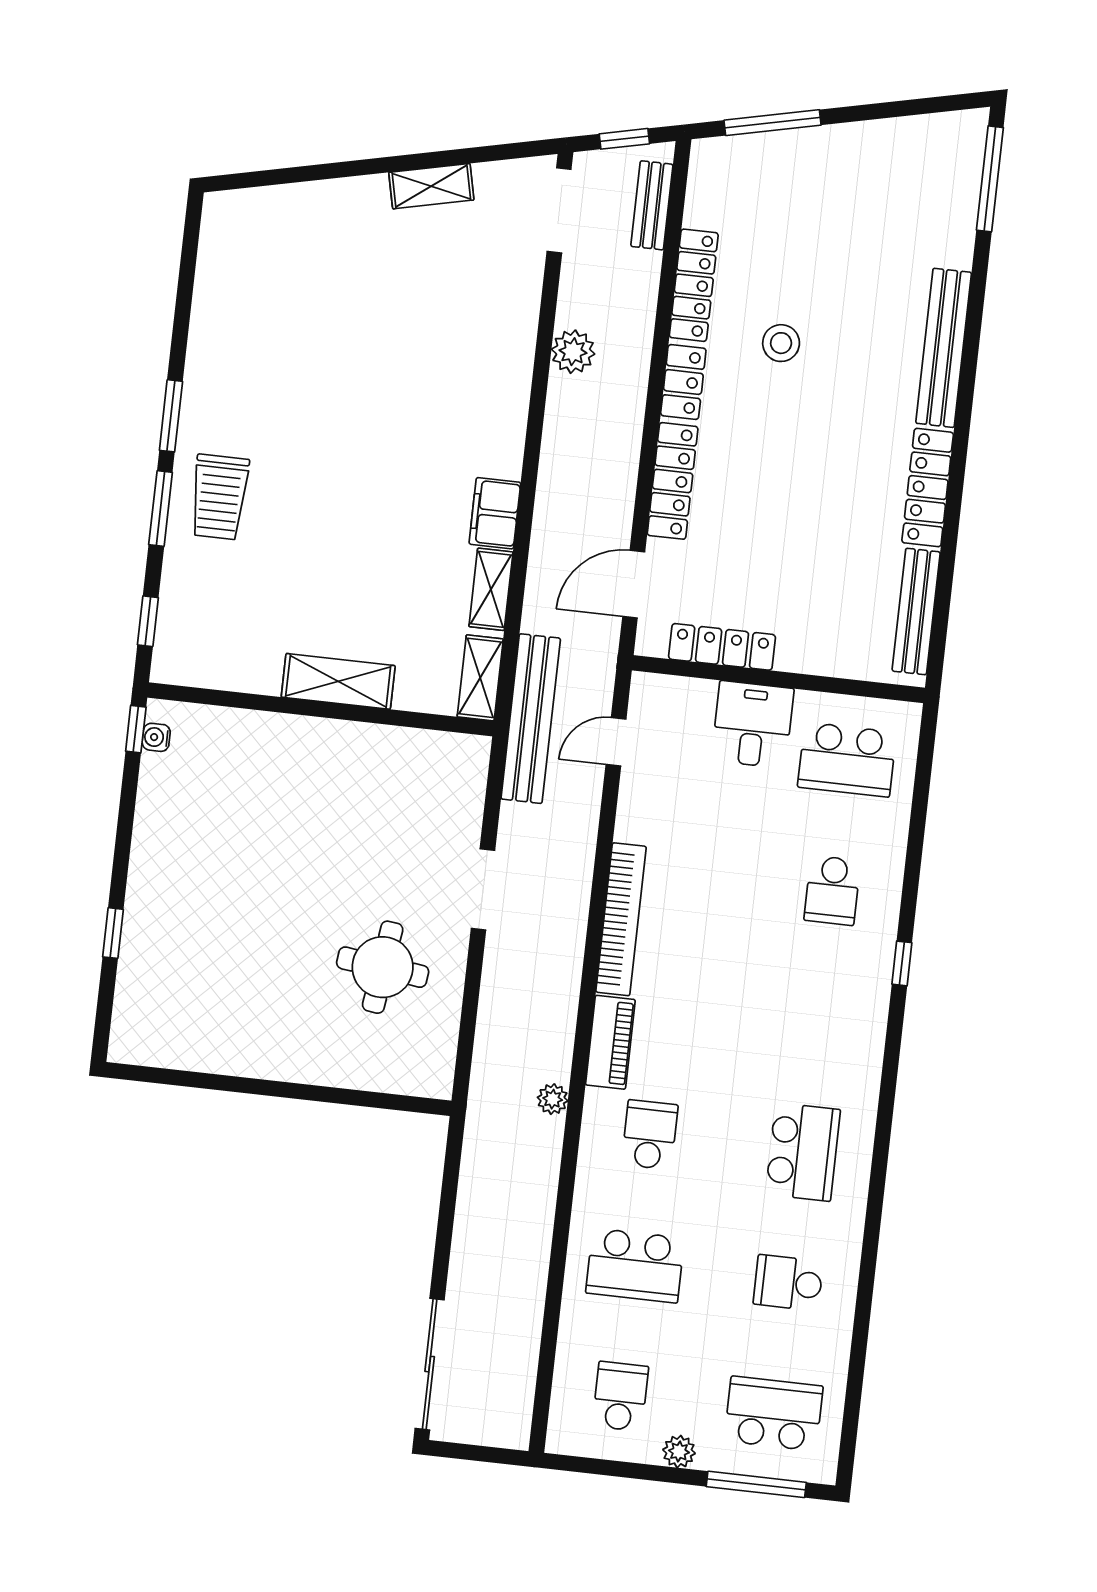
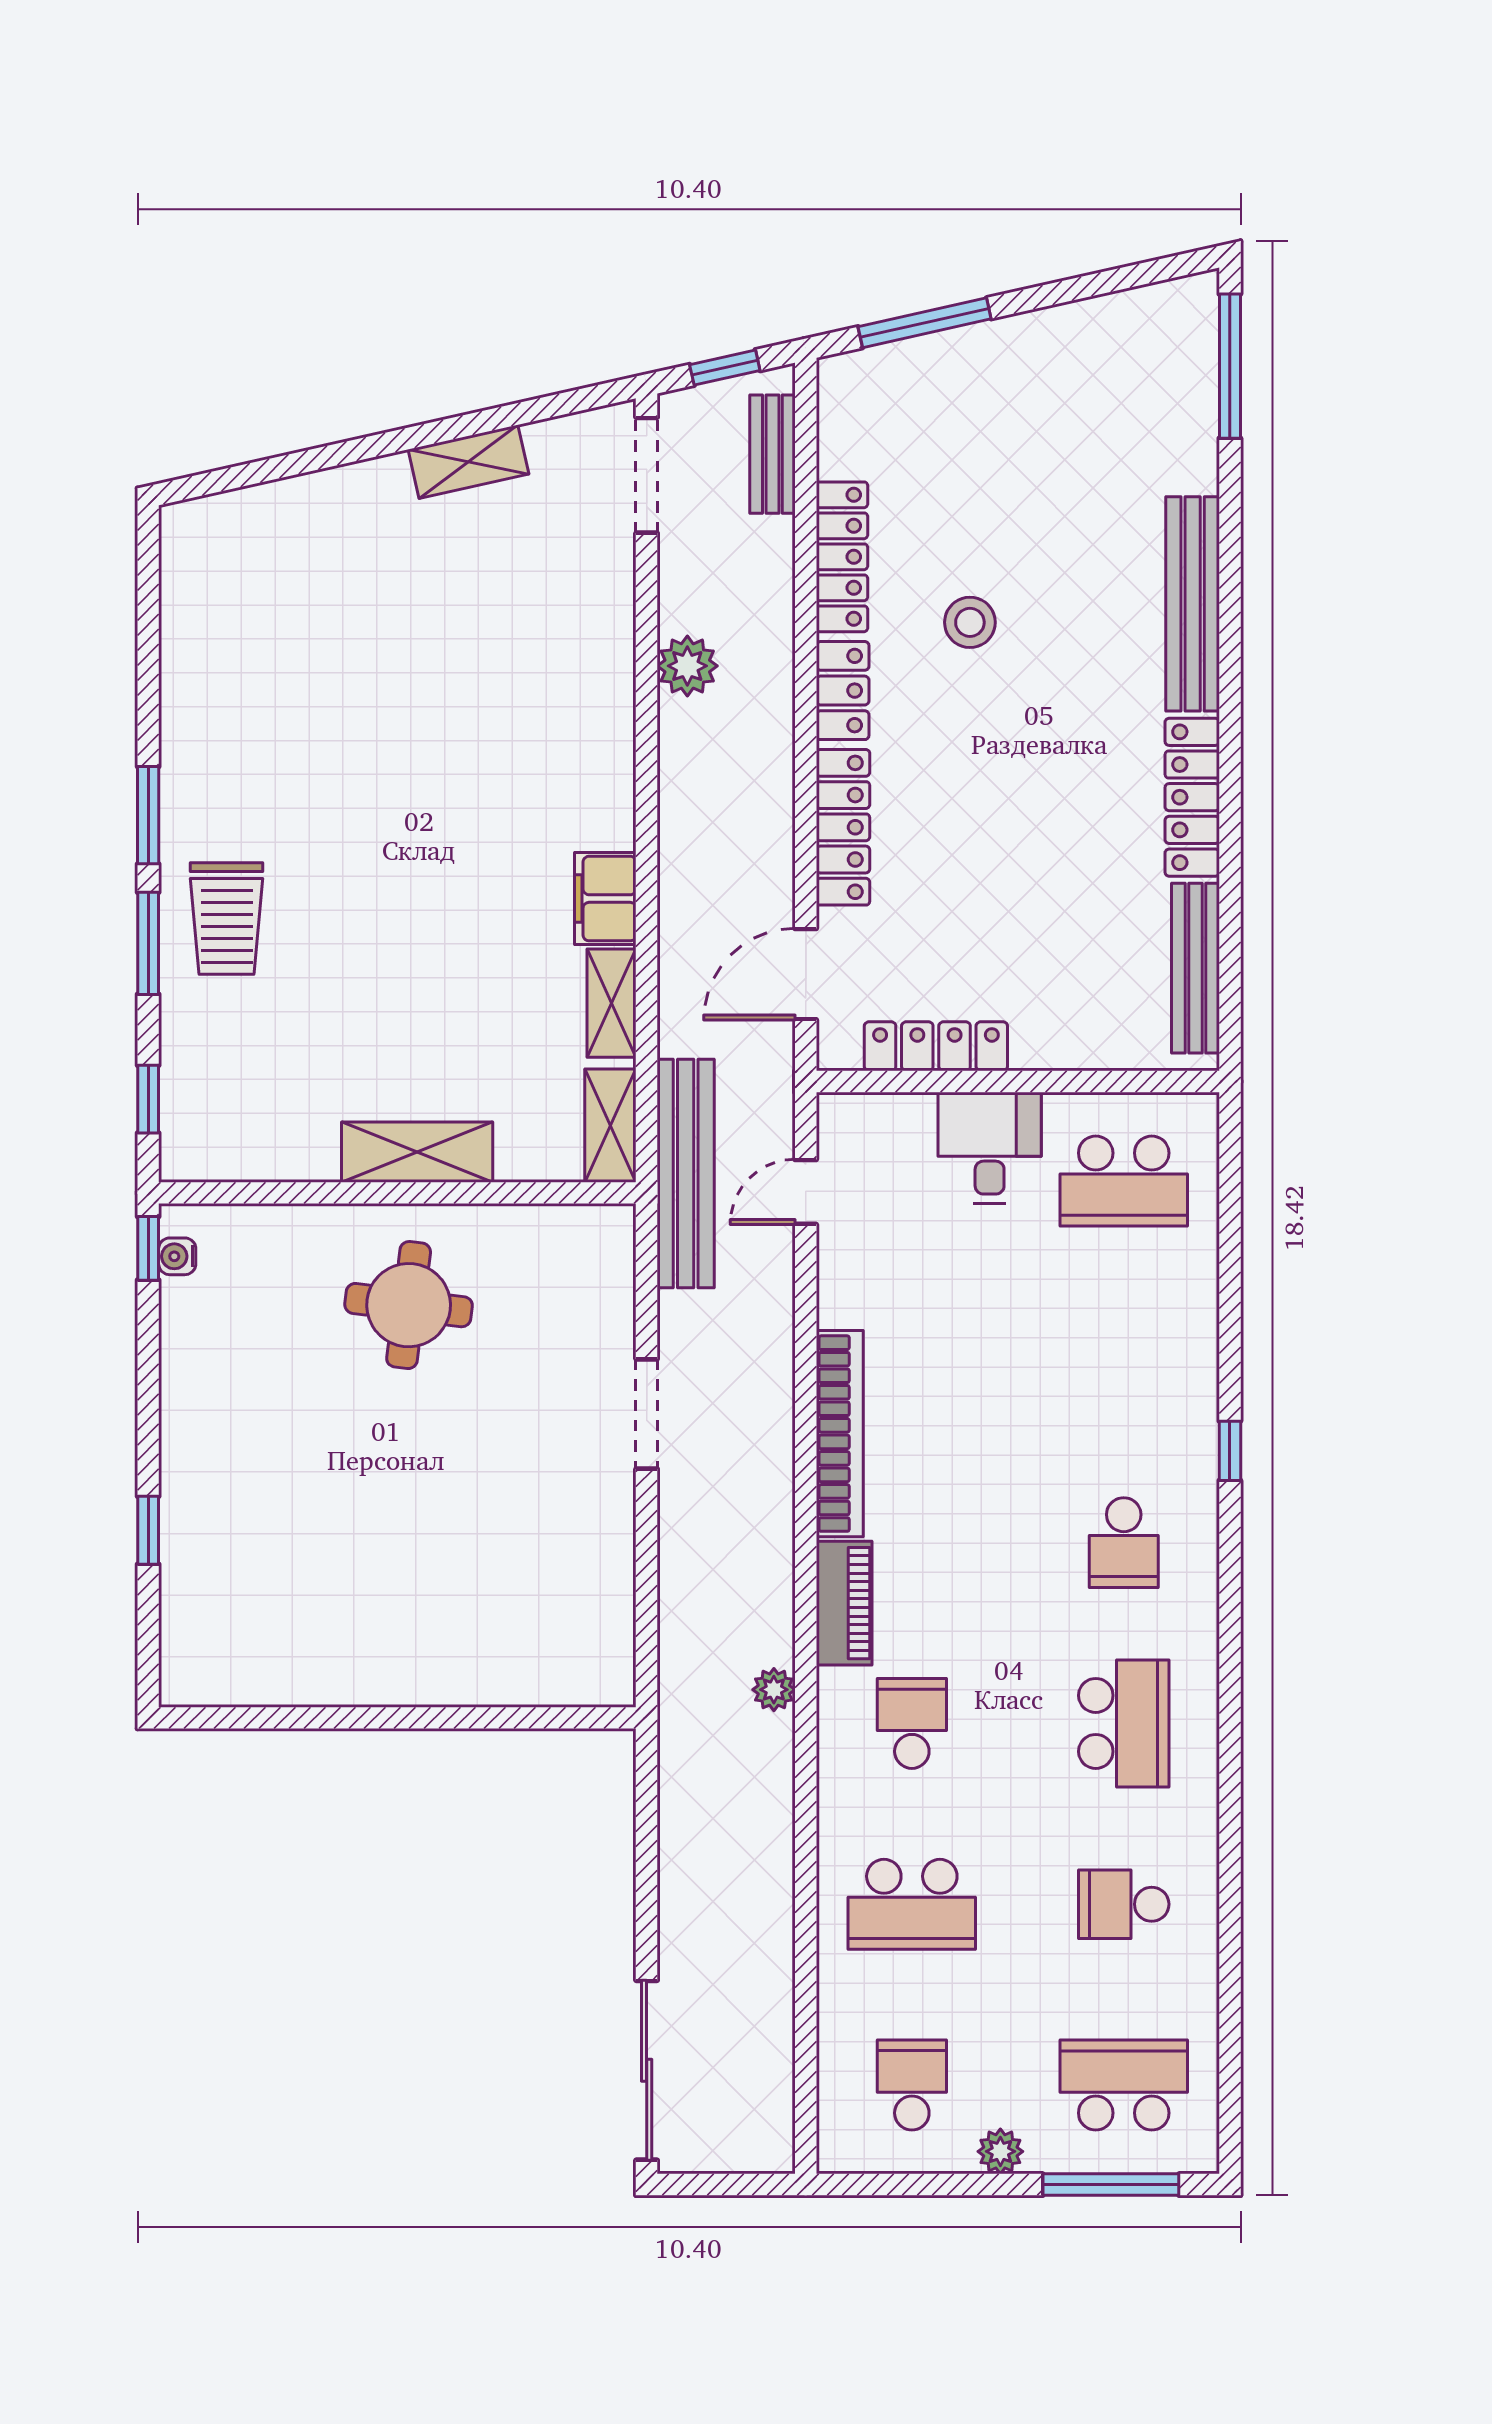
school desk: (832, 890) -> (1124, 1543), moved
round table: (383, 967) -> (409, 1305), moved

